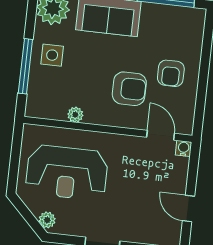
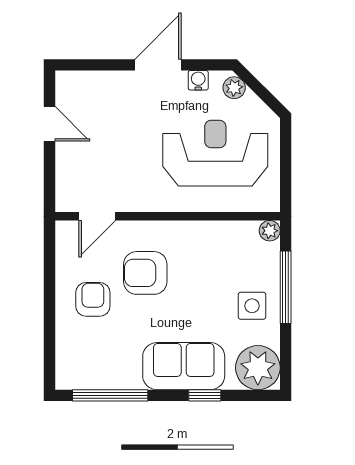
plant: (75, 115) -> (270, 231), moved
door: (161, 135) -> (97, 216), hinge flipped
water cooler: (184, 148) -> (198, 80), moved, turned 180

